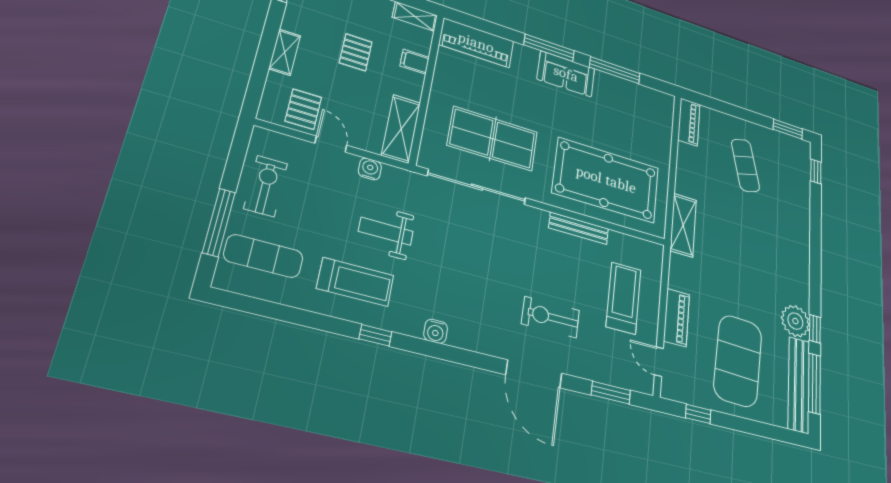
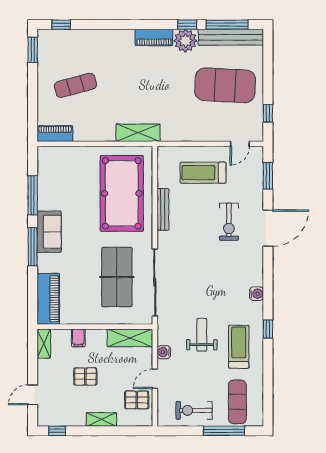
weight bench: (386, 231) -> (202, 335), turned 180
piano: (677, 318) -> (154, 38), moved, turned 180

